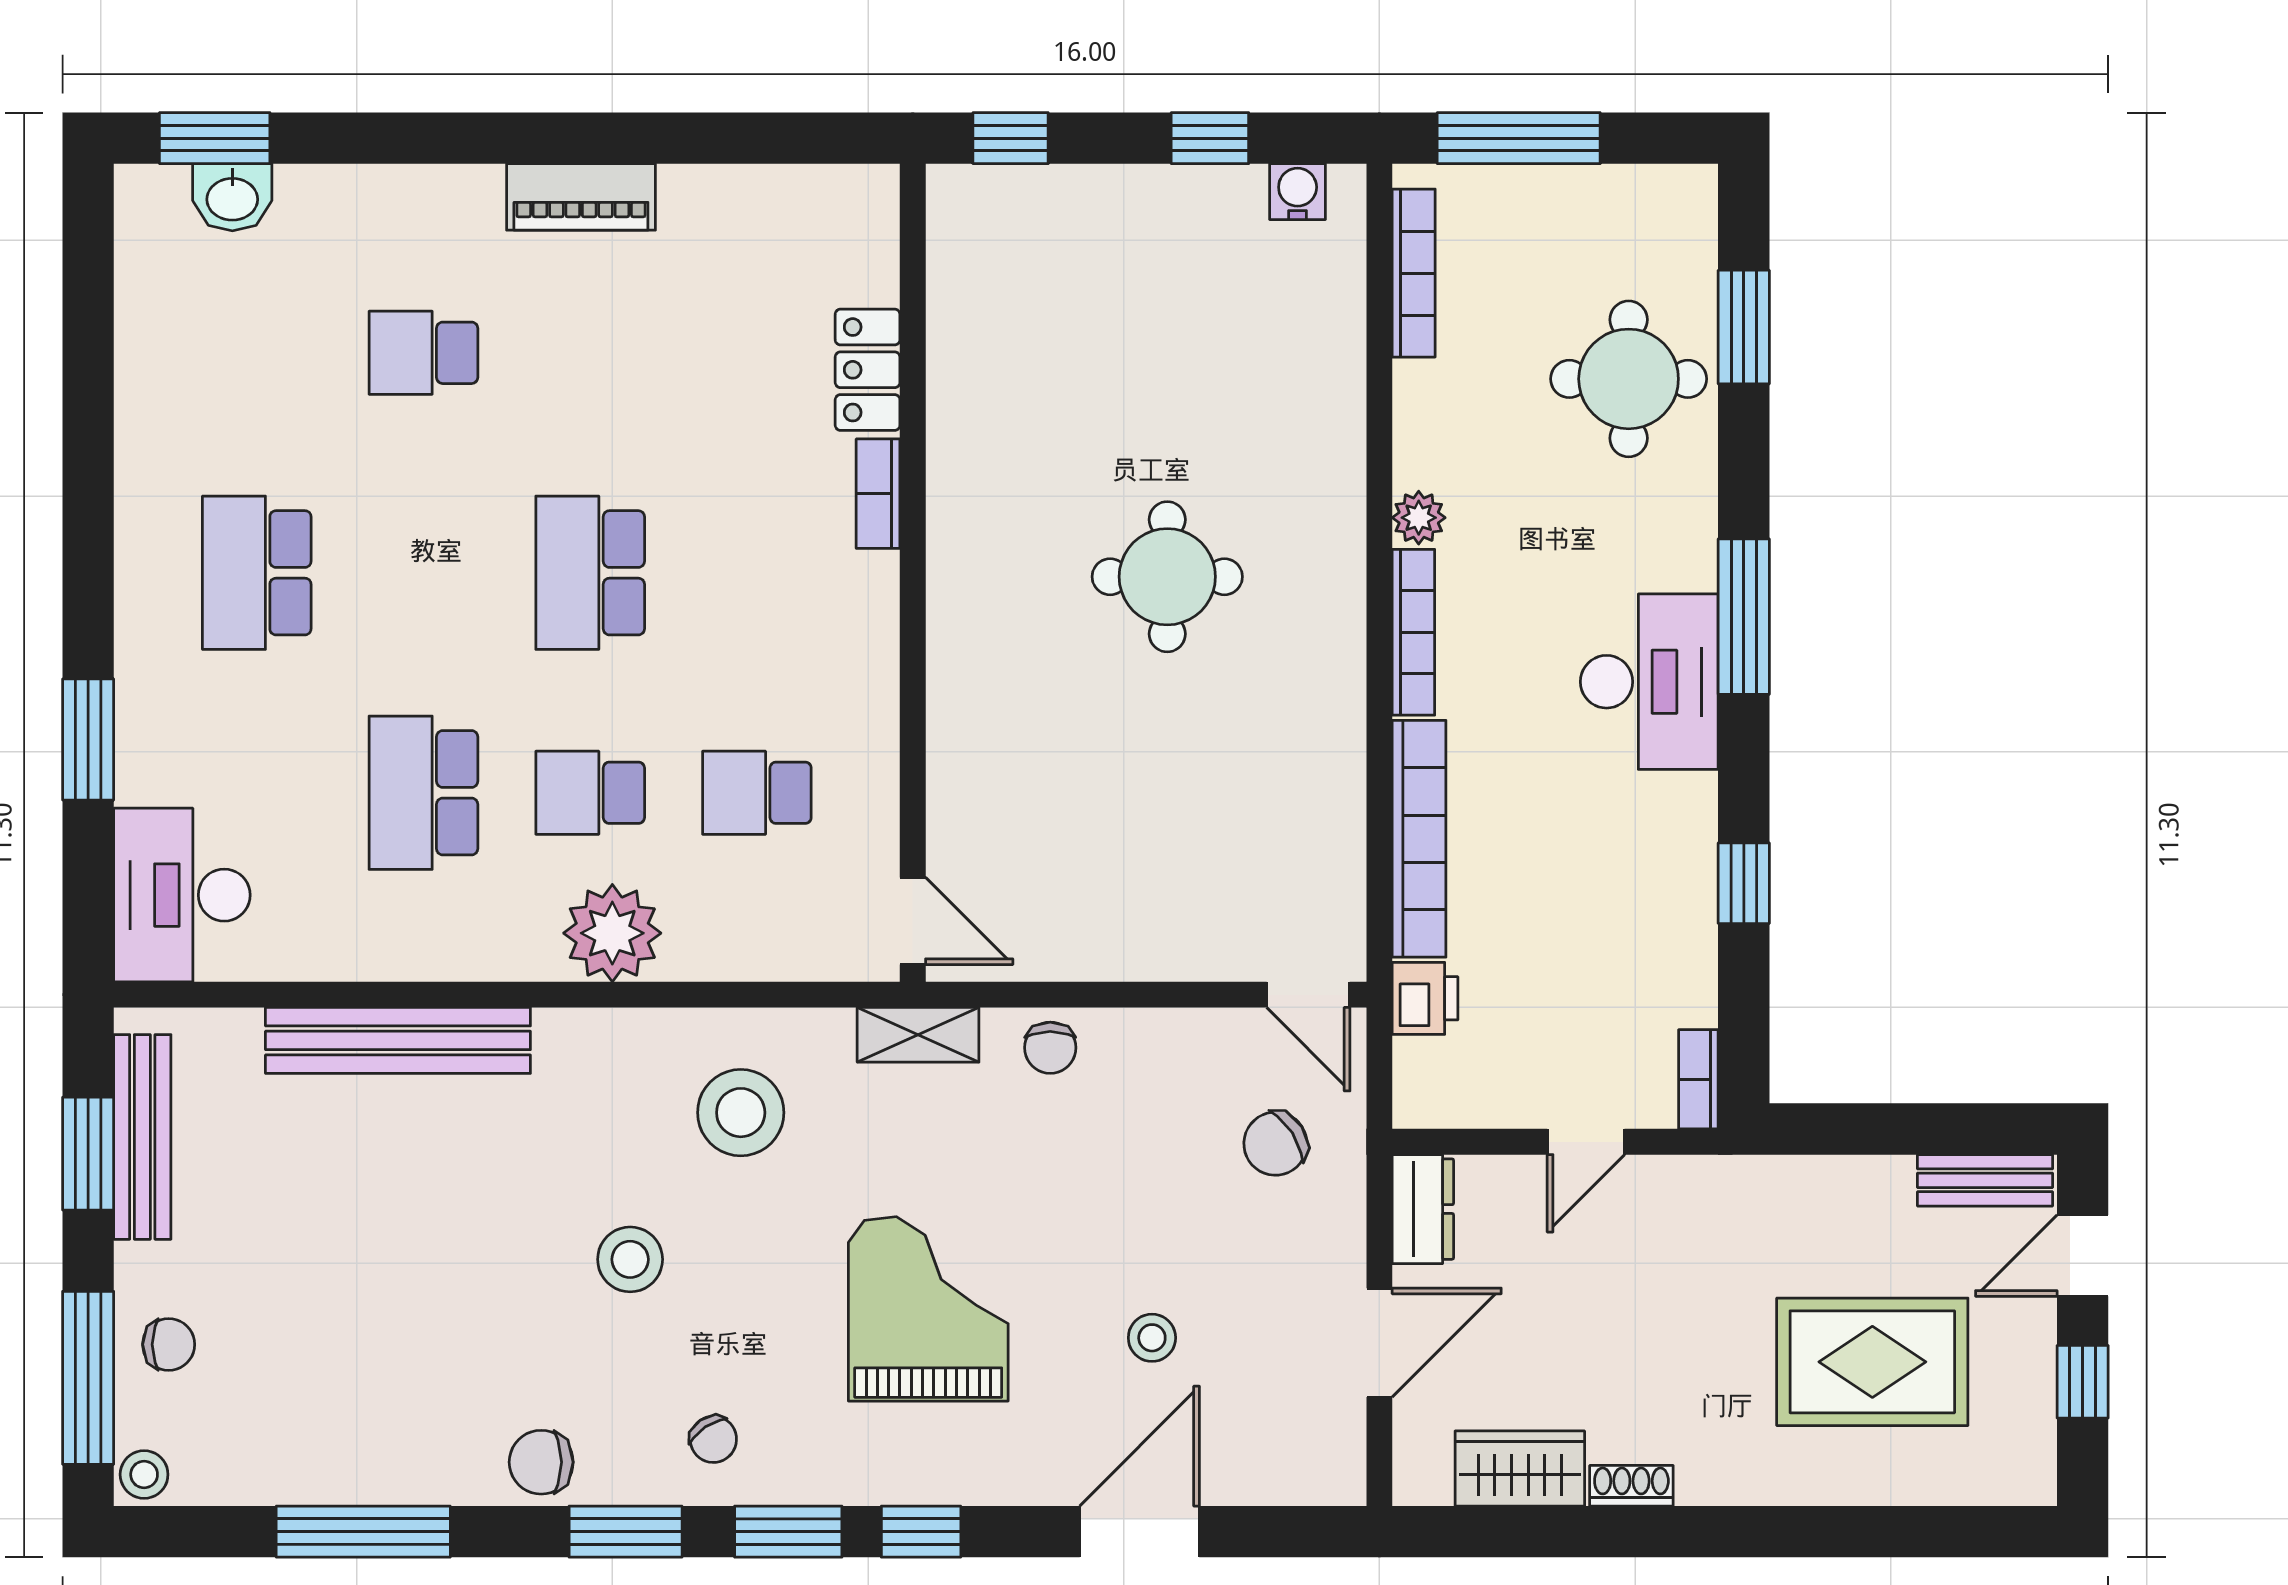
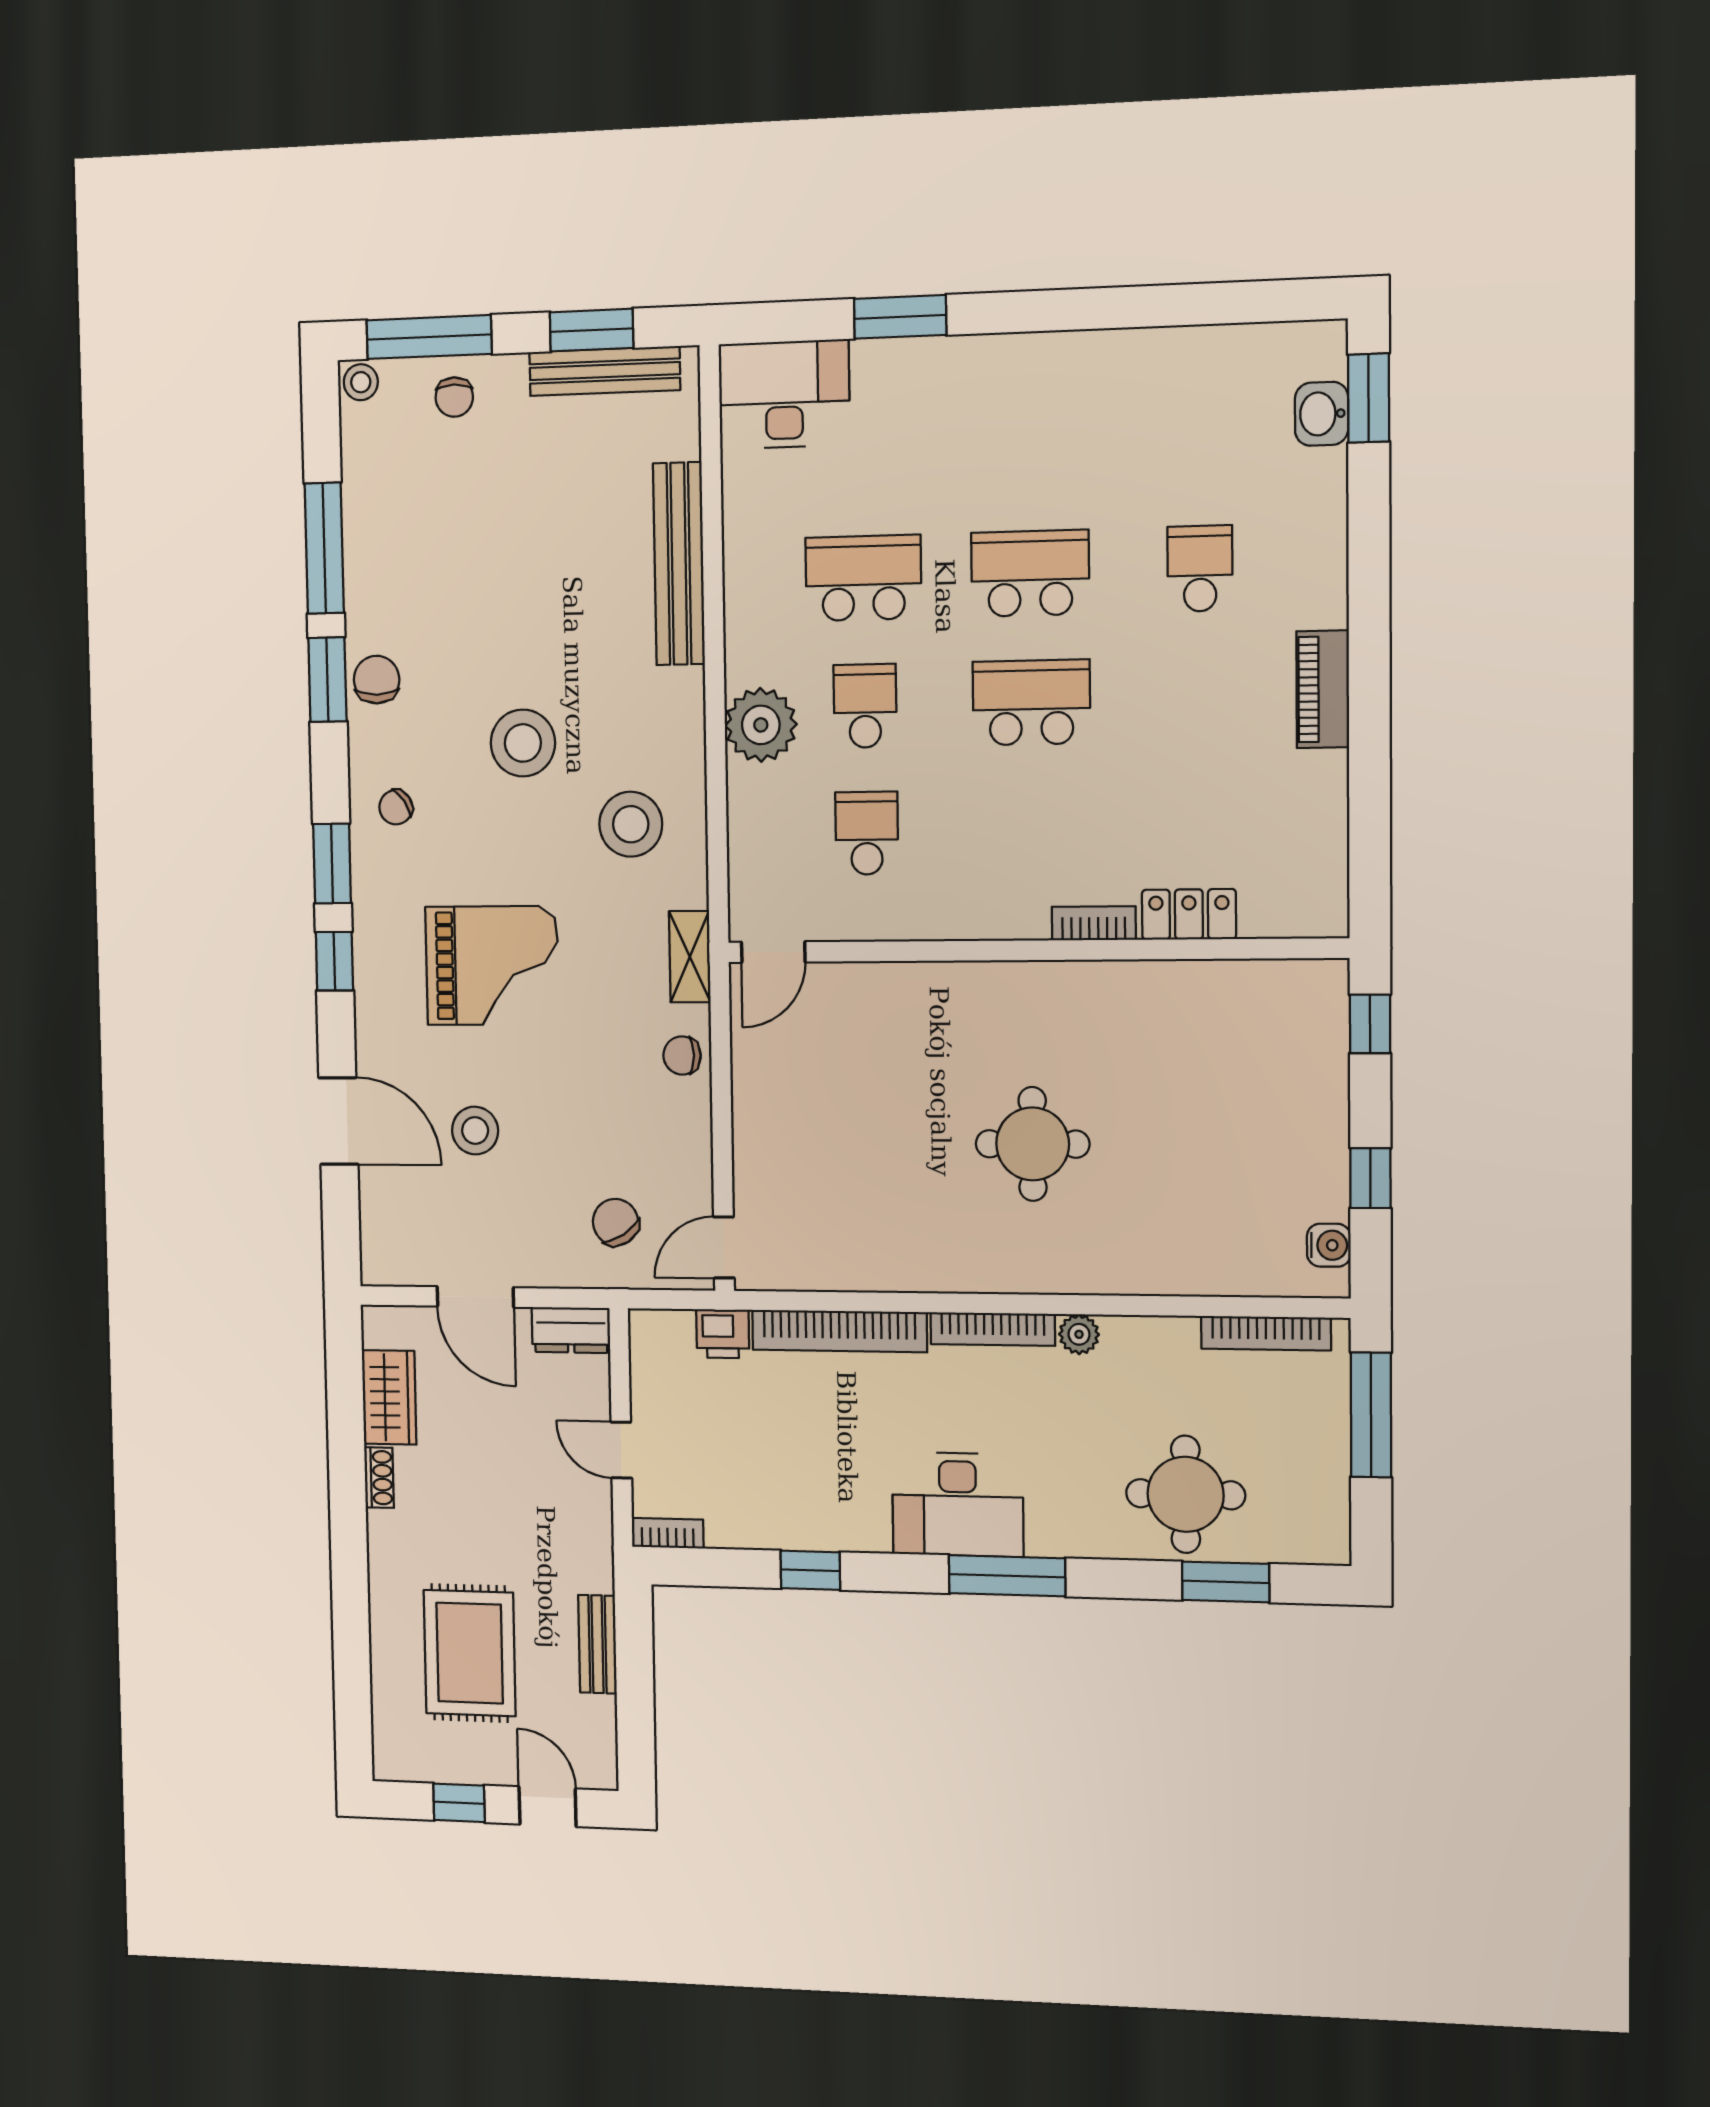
school desk: (257, 573) -> (1030, 573), moved
bench: (1985, 1180) -> (597, 1644), moved
stool: (630, 1259) -> (523, 743), width x1.38, depth x1.38
stool: (1152, 1338) -> (475, 1131), width x1.37, depth x1.37
window: (626, 1532) -> (327, 680), moved

